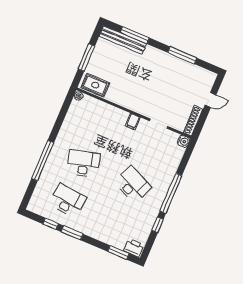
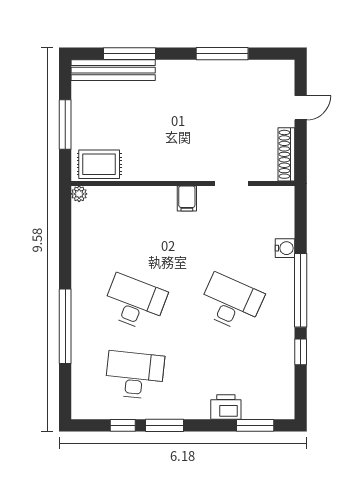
water cooler: (184, 141) -> (285, 248), moved
desk: (83, 164) -> (135, 303), turned 36
printer: (134, 248) -> (226, 407), moved

